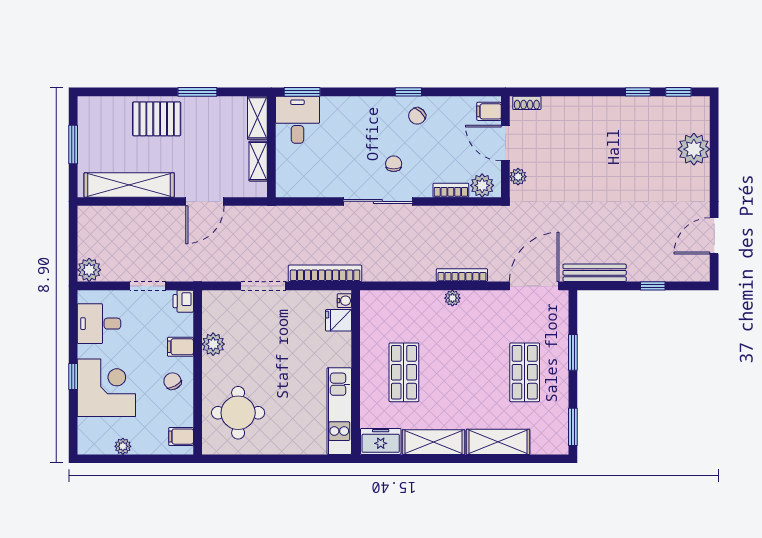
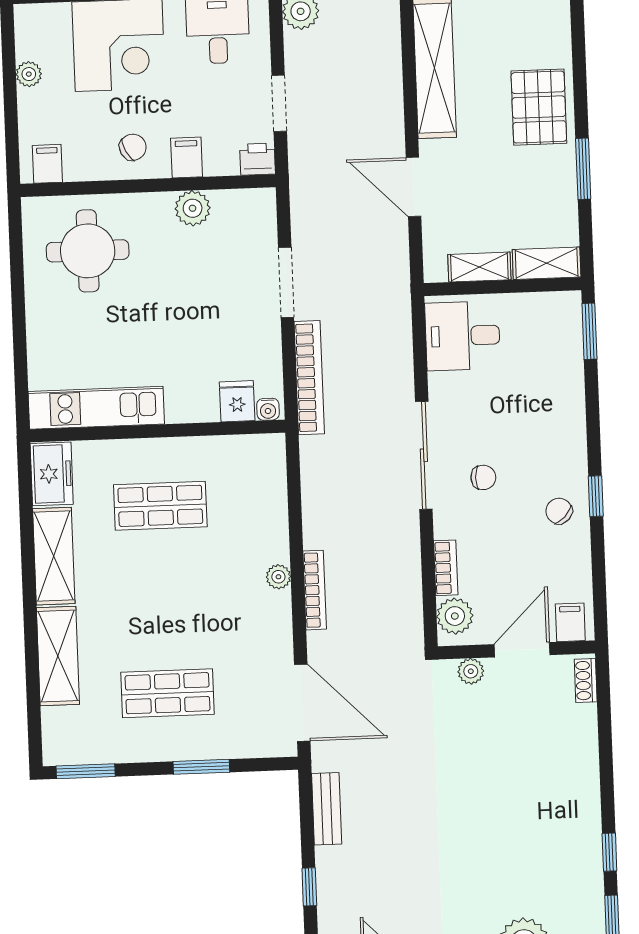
desk: (297, 120) -> (462, 336), moved, turned 180
bench: (595, 273) -> (327, 809), width x0.73

